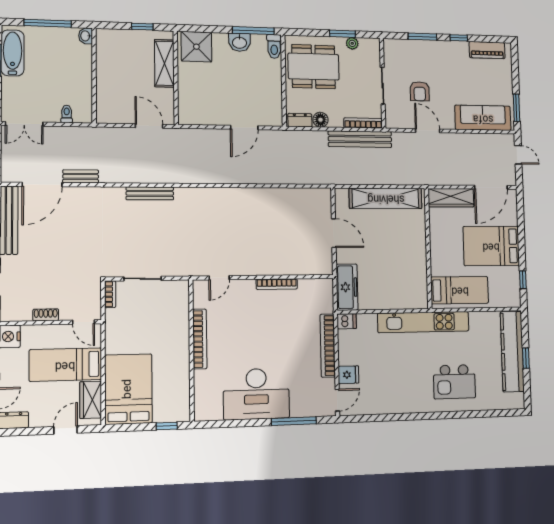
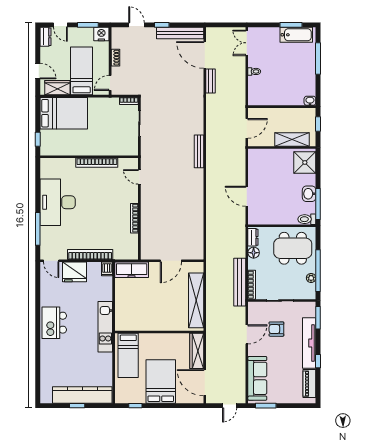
window: (342, 34) -> (318, 271), width x2.11
washbasin: (86, 36) -> (310, 101), moved
window: (422, 37) -> (318, 318), moved
tv unit: (436, 49) -> (309, 343), added
dining table: (313, 67) -> (293, 248), turned 90
wall: (94, 76) -> (282, 107), moved
bench: (150, 193) -> (199, 151), moved
kitchen unit: (423, 322) -> (105, 327), width x0.73
fridge: (348, 375) -> (74, 272), width x1.88, depth x1.34
kitchen island: (454, 382) -> (54, 323), moved

